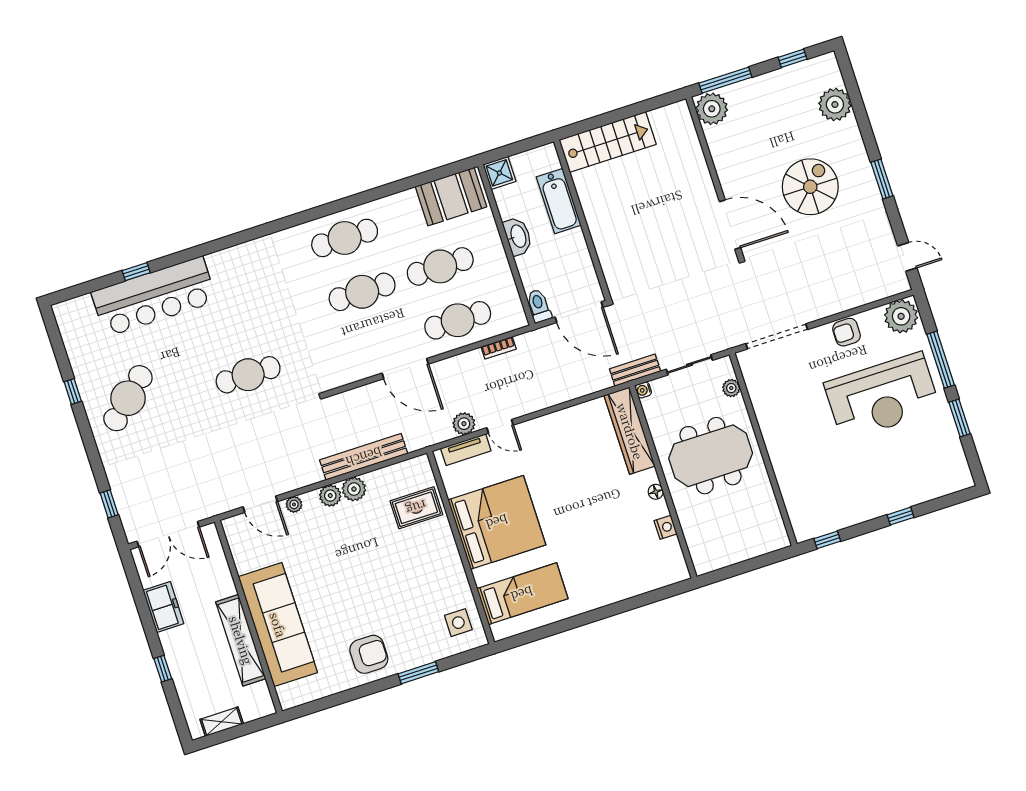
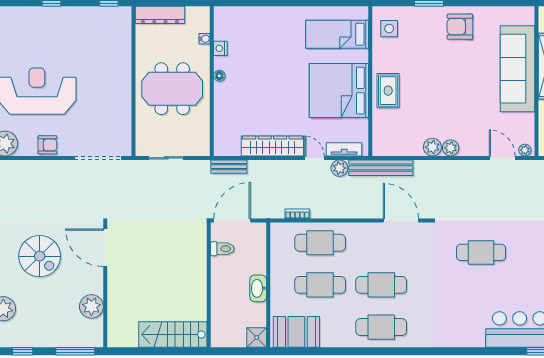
plant: (712, 109) -> (91, 306), moved
spiral stairs: (810, 187) -> (40, 256), turned -90
bathtub: (559, 201) -> (221, 304), removed
toilet: (539, 306) -> (222, 249), moved, turned -90
door: (579, 312) -> (232, 221), hinge flipped
door: (405, 369) -> (401, 221), moved
bench: (635, 370) -> (229, 167), moved
plant: (731, 388) -> (142, 132), removed
water cooler: (643, 390) -> (205, 39), moved
wardrobe: (630, 431) -> (272, 146), moved, turned -90
bench: (364, 457) -> (381, 168), moved
plant: (294, 504) -> (525, 150), moved
rug: (416, 508) -> (388, 91), moved, turned 90
dresser: (757, 545) -> (160, 15), added

